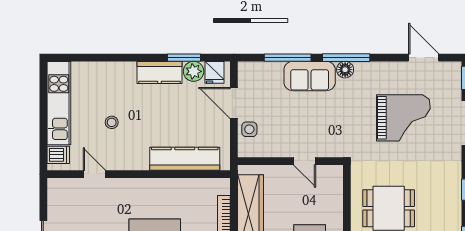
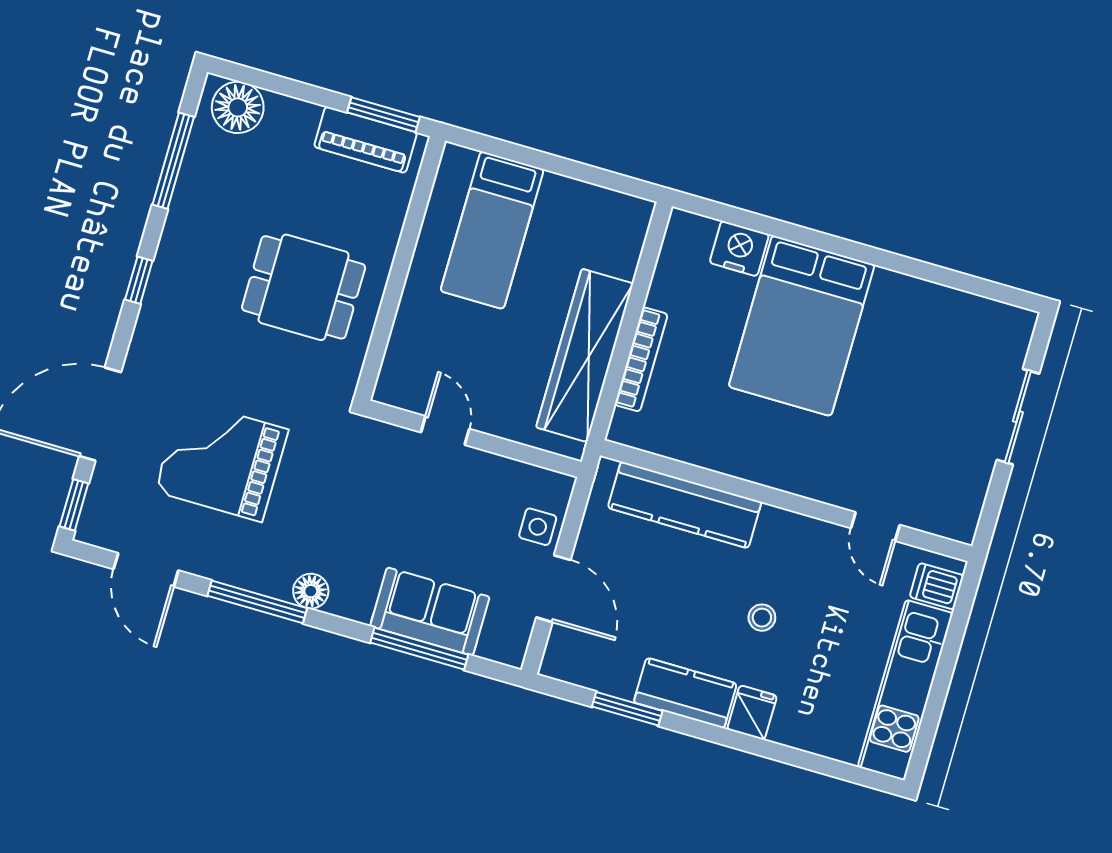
window: (346, 58) -> (257, 602), moved
plant: (194, 71) -> (616, 675), removed
fridge: (214, 72) -> (752, 713), moved
sofa: (310, 76) -> (430, 612), moved
stool: (112, 122) -> (762, 618), moved

